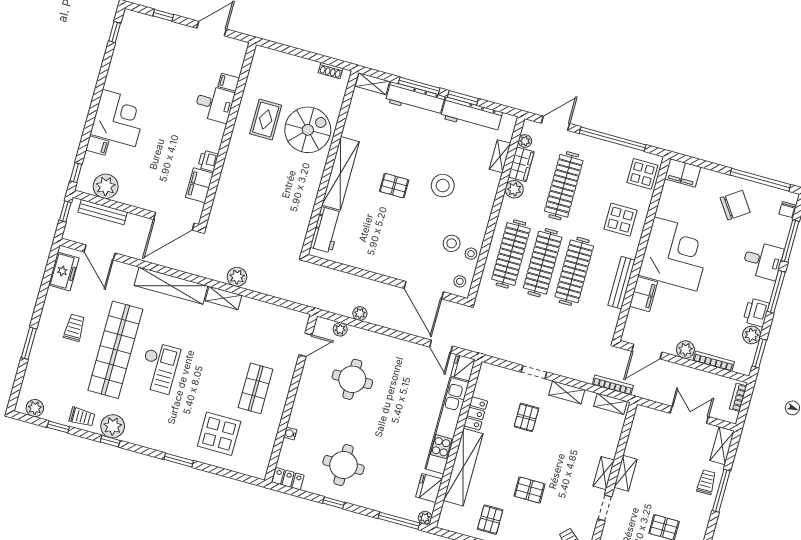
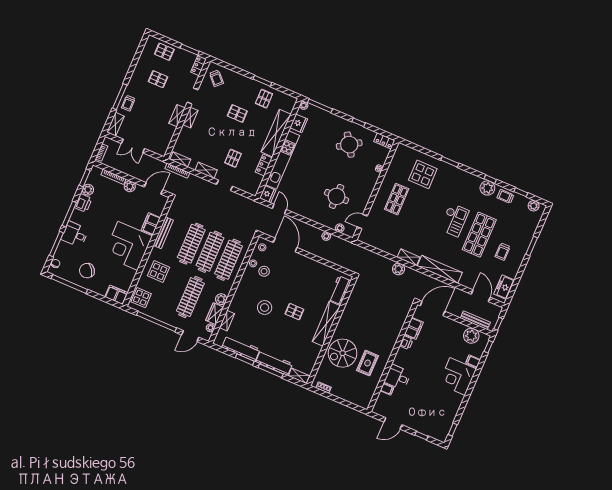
shop shelf: (115, 350) -> (479, 235), width x0.71
checkout: (159, 368) -> (454, 220), turned 180
round table: (344, 465) -> (349, 145), turned -33

